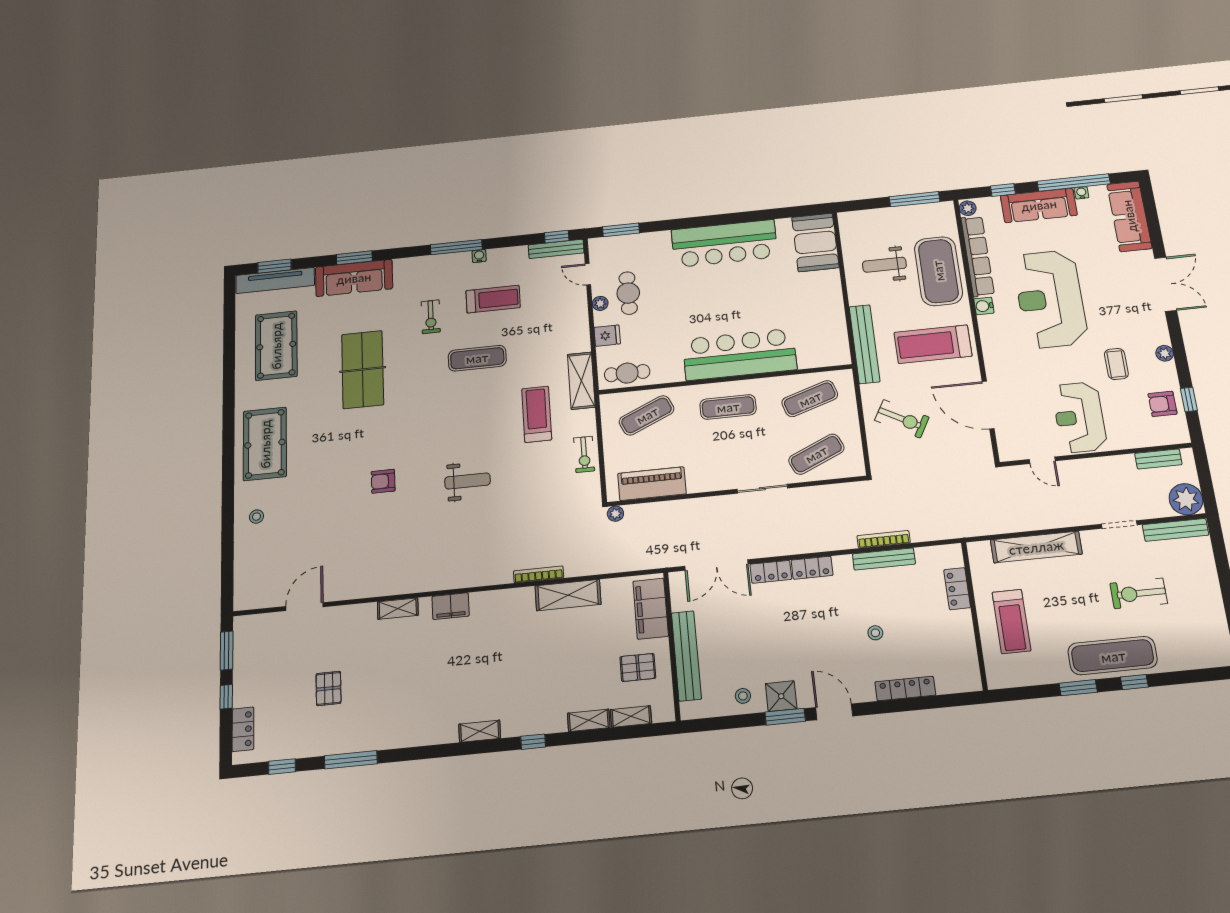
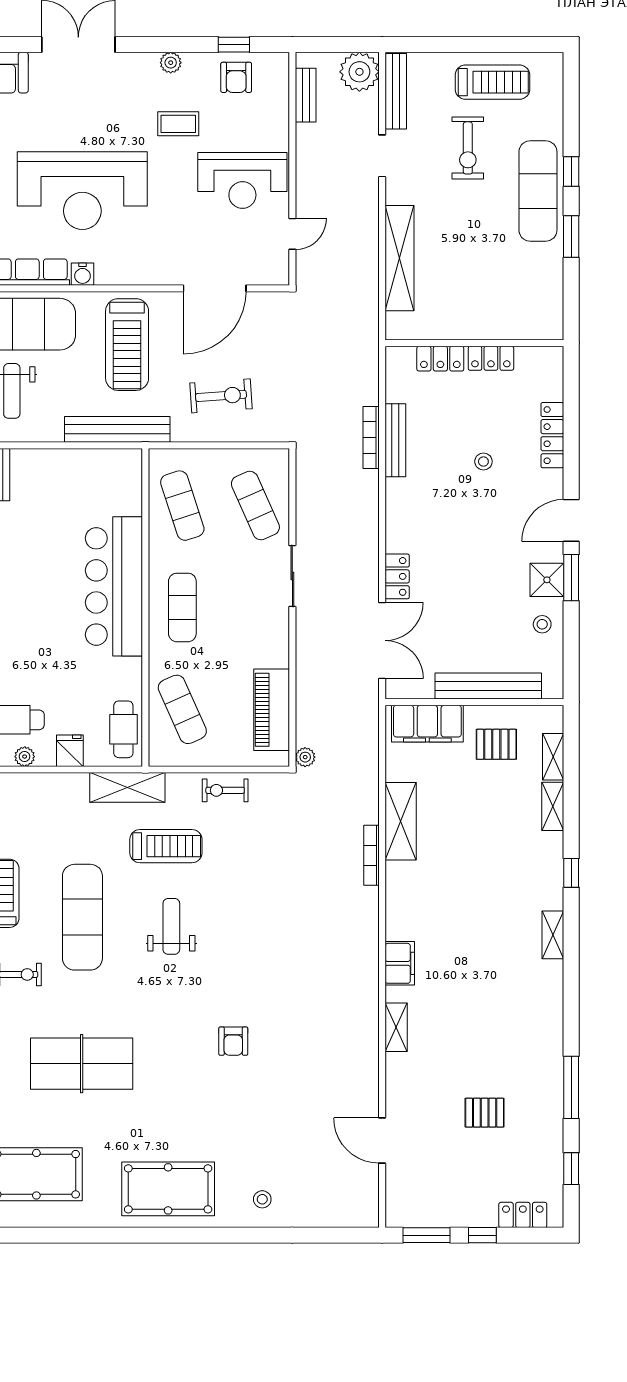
exercise mat: (477, 358) -> (82, 917), width x1.36, depth x1.45
treadmill: (537, 414) -> (166, 846), turned 180
exercise bike: (902, 419) -> (221, 396), turned 57
exercise bike: (584, 454) -> (225, 790), turned 180
weight bench: (467, 481) -> (171, 926), moved
locker: (812, 568) -> (491, 358), moved, turned 90
treadmill: (1011, 621) -> (492, 82), moved
pallet: (638, 667) -> (496, 744), turned 90

